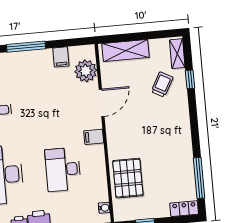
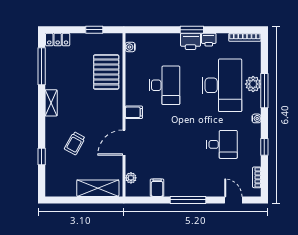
shelving: (177, 54) -> (51, 103), moved
plant: (86, 71) -> (131, 178), width x0.53, depth x0.53
trolley: (162, 85) -> (75, 143), moved

